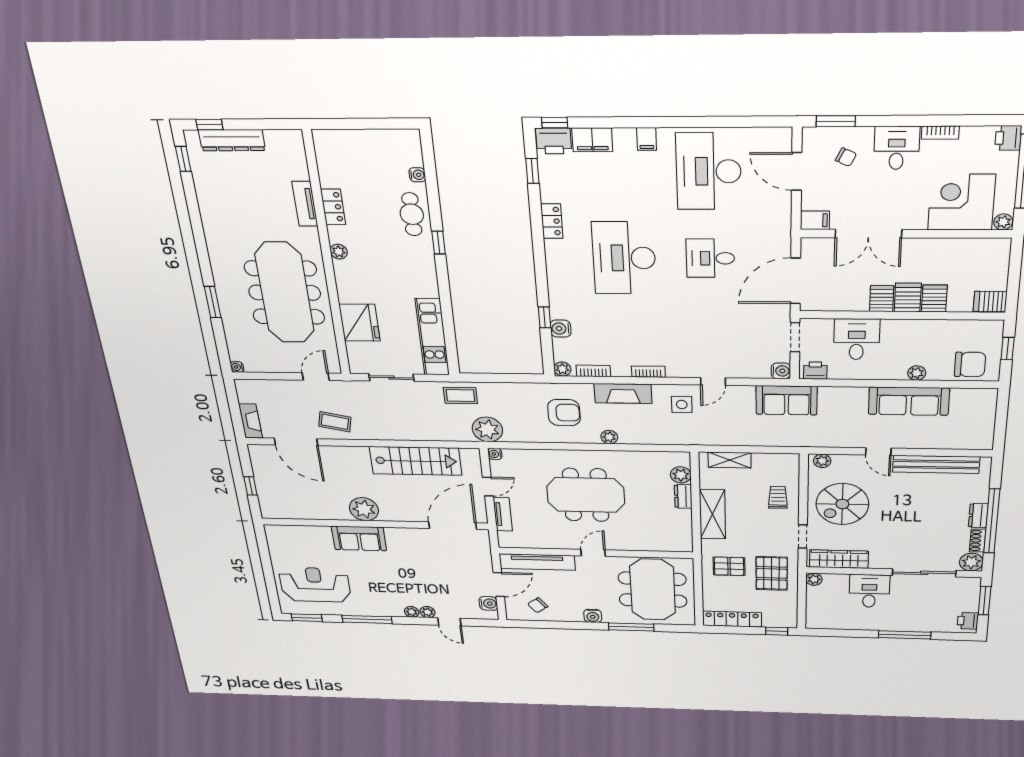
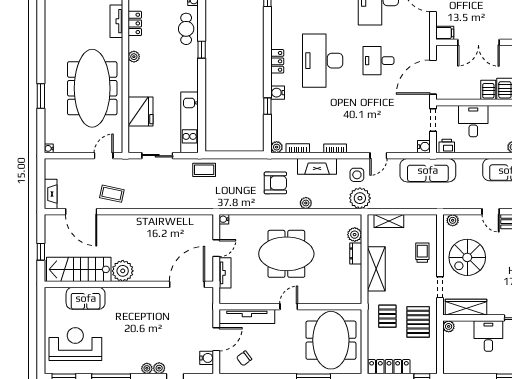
locker: (552, 221) -> (277, 61), moved
water cooler: (561, 329) -> (278, 93), moved
sofa: (787, 400) -> (428, 170), width x1.36
plant: (487, 429) -> (360, 198), moved
stairs: (416, 461) -> (79, 269), moved, turned 180
sofa: (359, 538) -> (86, 298), moved
pallet: (729, 566) -> (387, 316), turned 90
water cooler: (593, 616) -> (285, 367), removed

